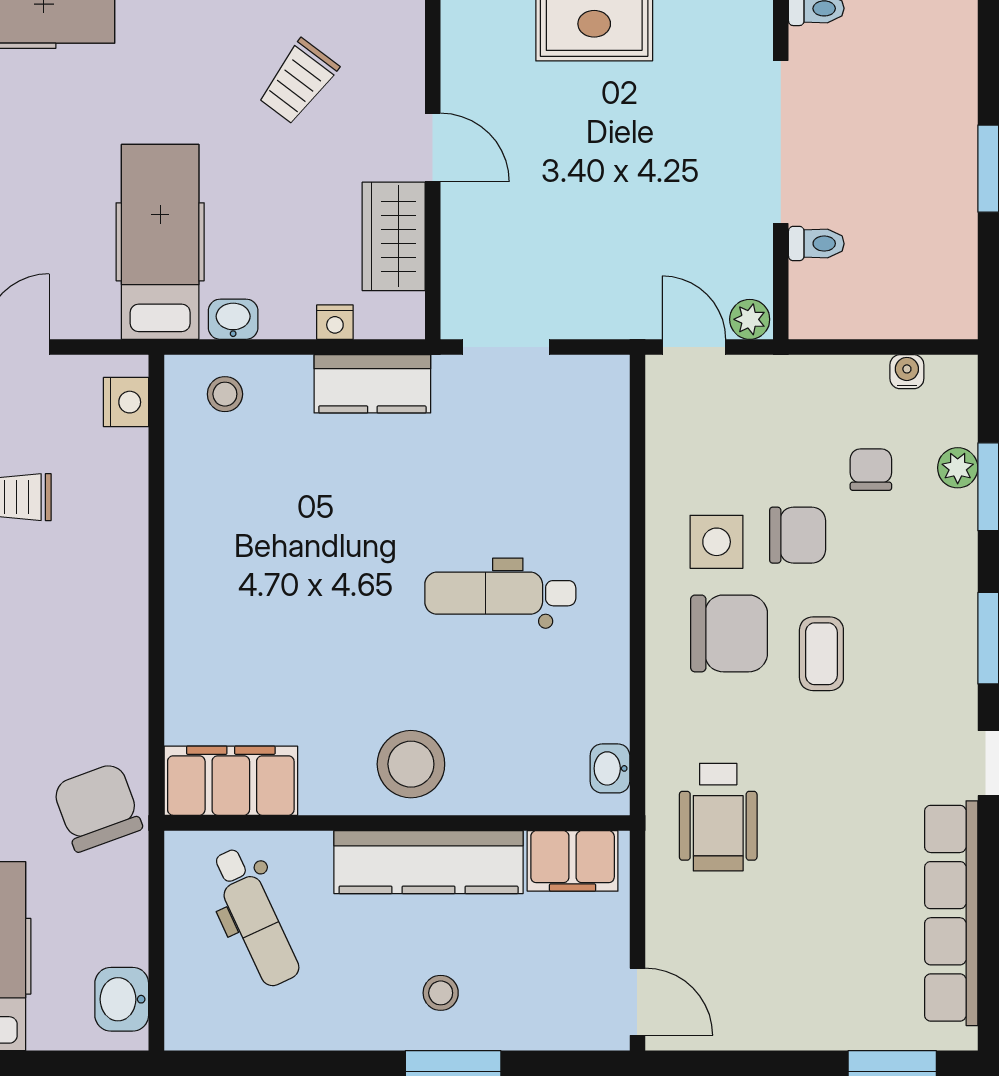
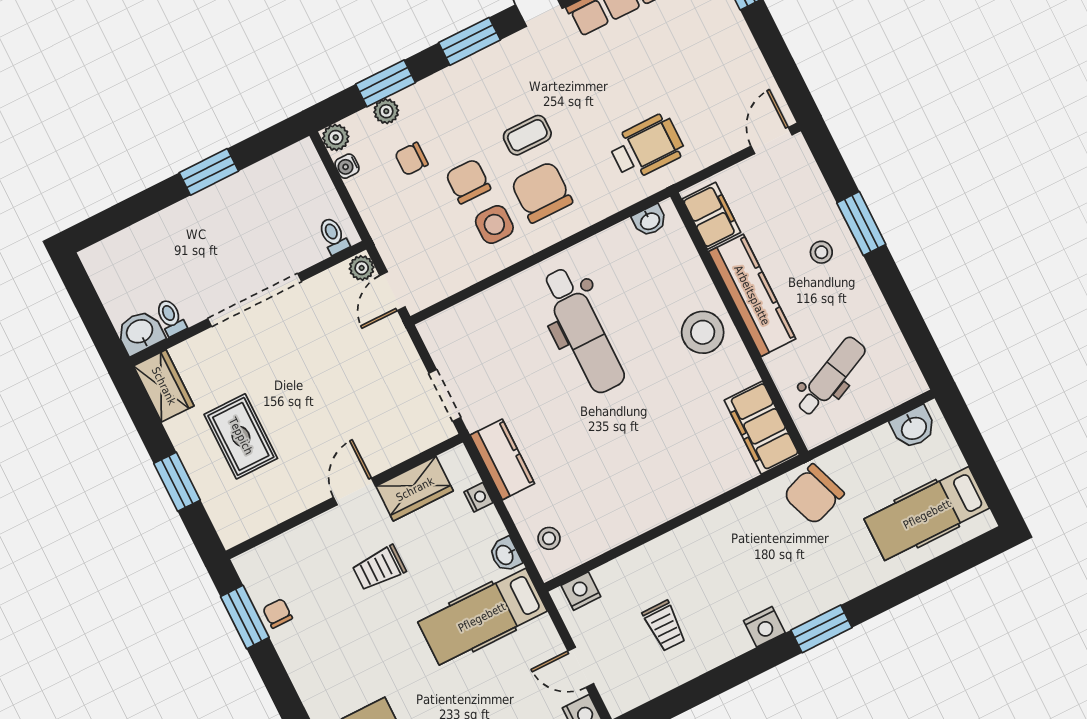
trolley: (298, 82) -> (379, 568), moved, turned 143
toilet: (816, 244) -> (333, 236), moved
plant: (956, 376) -> (336, 137), added
dental chair: (500, 593) -> (583, 330), width x1.36, depth x1.38

